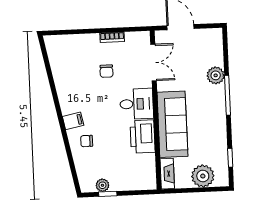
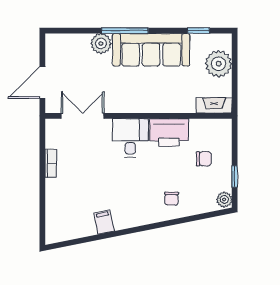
chair: (106, 71) -> (204, 159), moved
filing cabinet: (73, 121) -> (104, 222), moved
sofa: (172, 124) -> (151, 50), moved, turned 180
plant: (102, 185) -> (224, 199), moved

